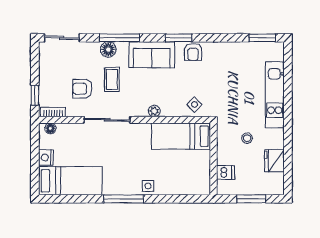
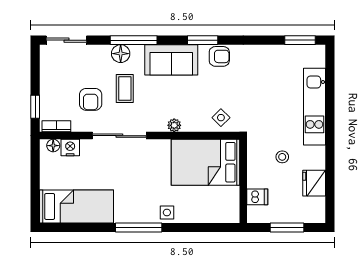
armchair: (193, 52) -> (219, 56), turned -90
armchair: (82, 89) -> (91, 99), turned -90
bed: (181, 136) -> (205, 162), width x1.50
nightstand: (46, 157) -> (70, 148), moved, turned 90

